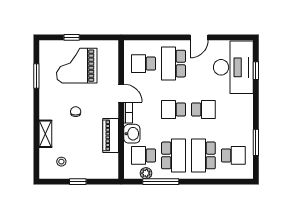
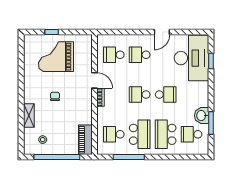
school desk: (173, 64) -> (140, 55), width x0.54
window: (36, 76) -> (21, 66), removed
washbasin: (132, 134) -> (202, 116), moved, turned 180
piano: (111, 135) -> (85, 140), moved
school desk: (233, 155) -> (192, 134), turned 180
plant: (146, 173) -> (116, 150), removed
window: (78, 182) -> (57, 157), width x3.17

